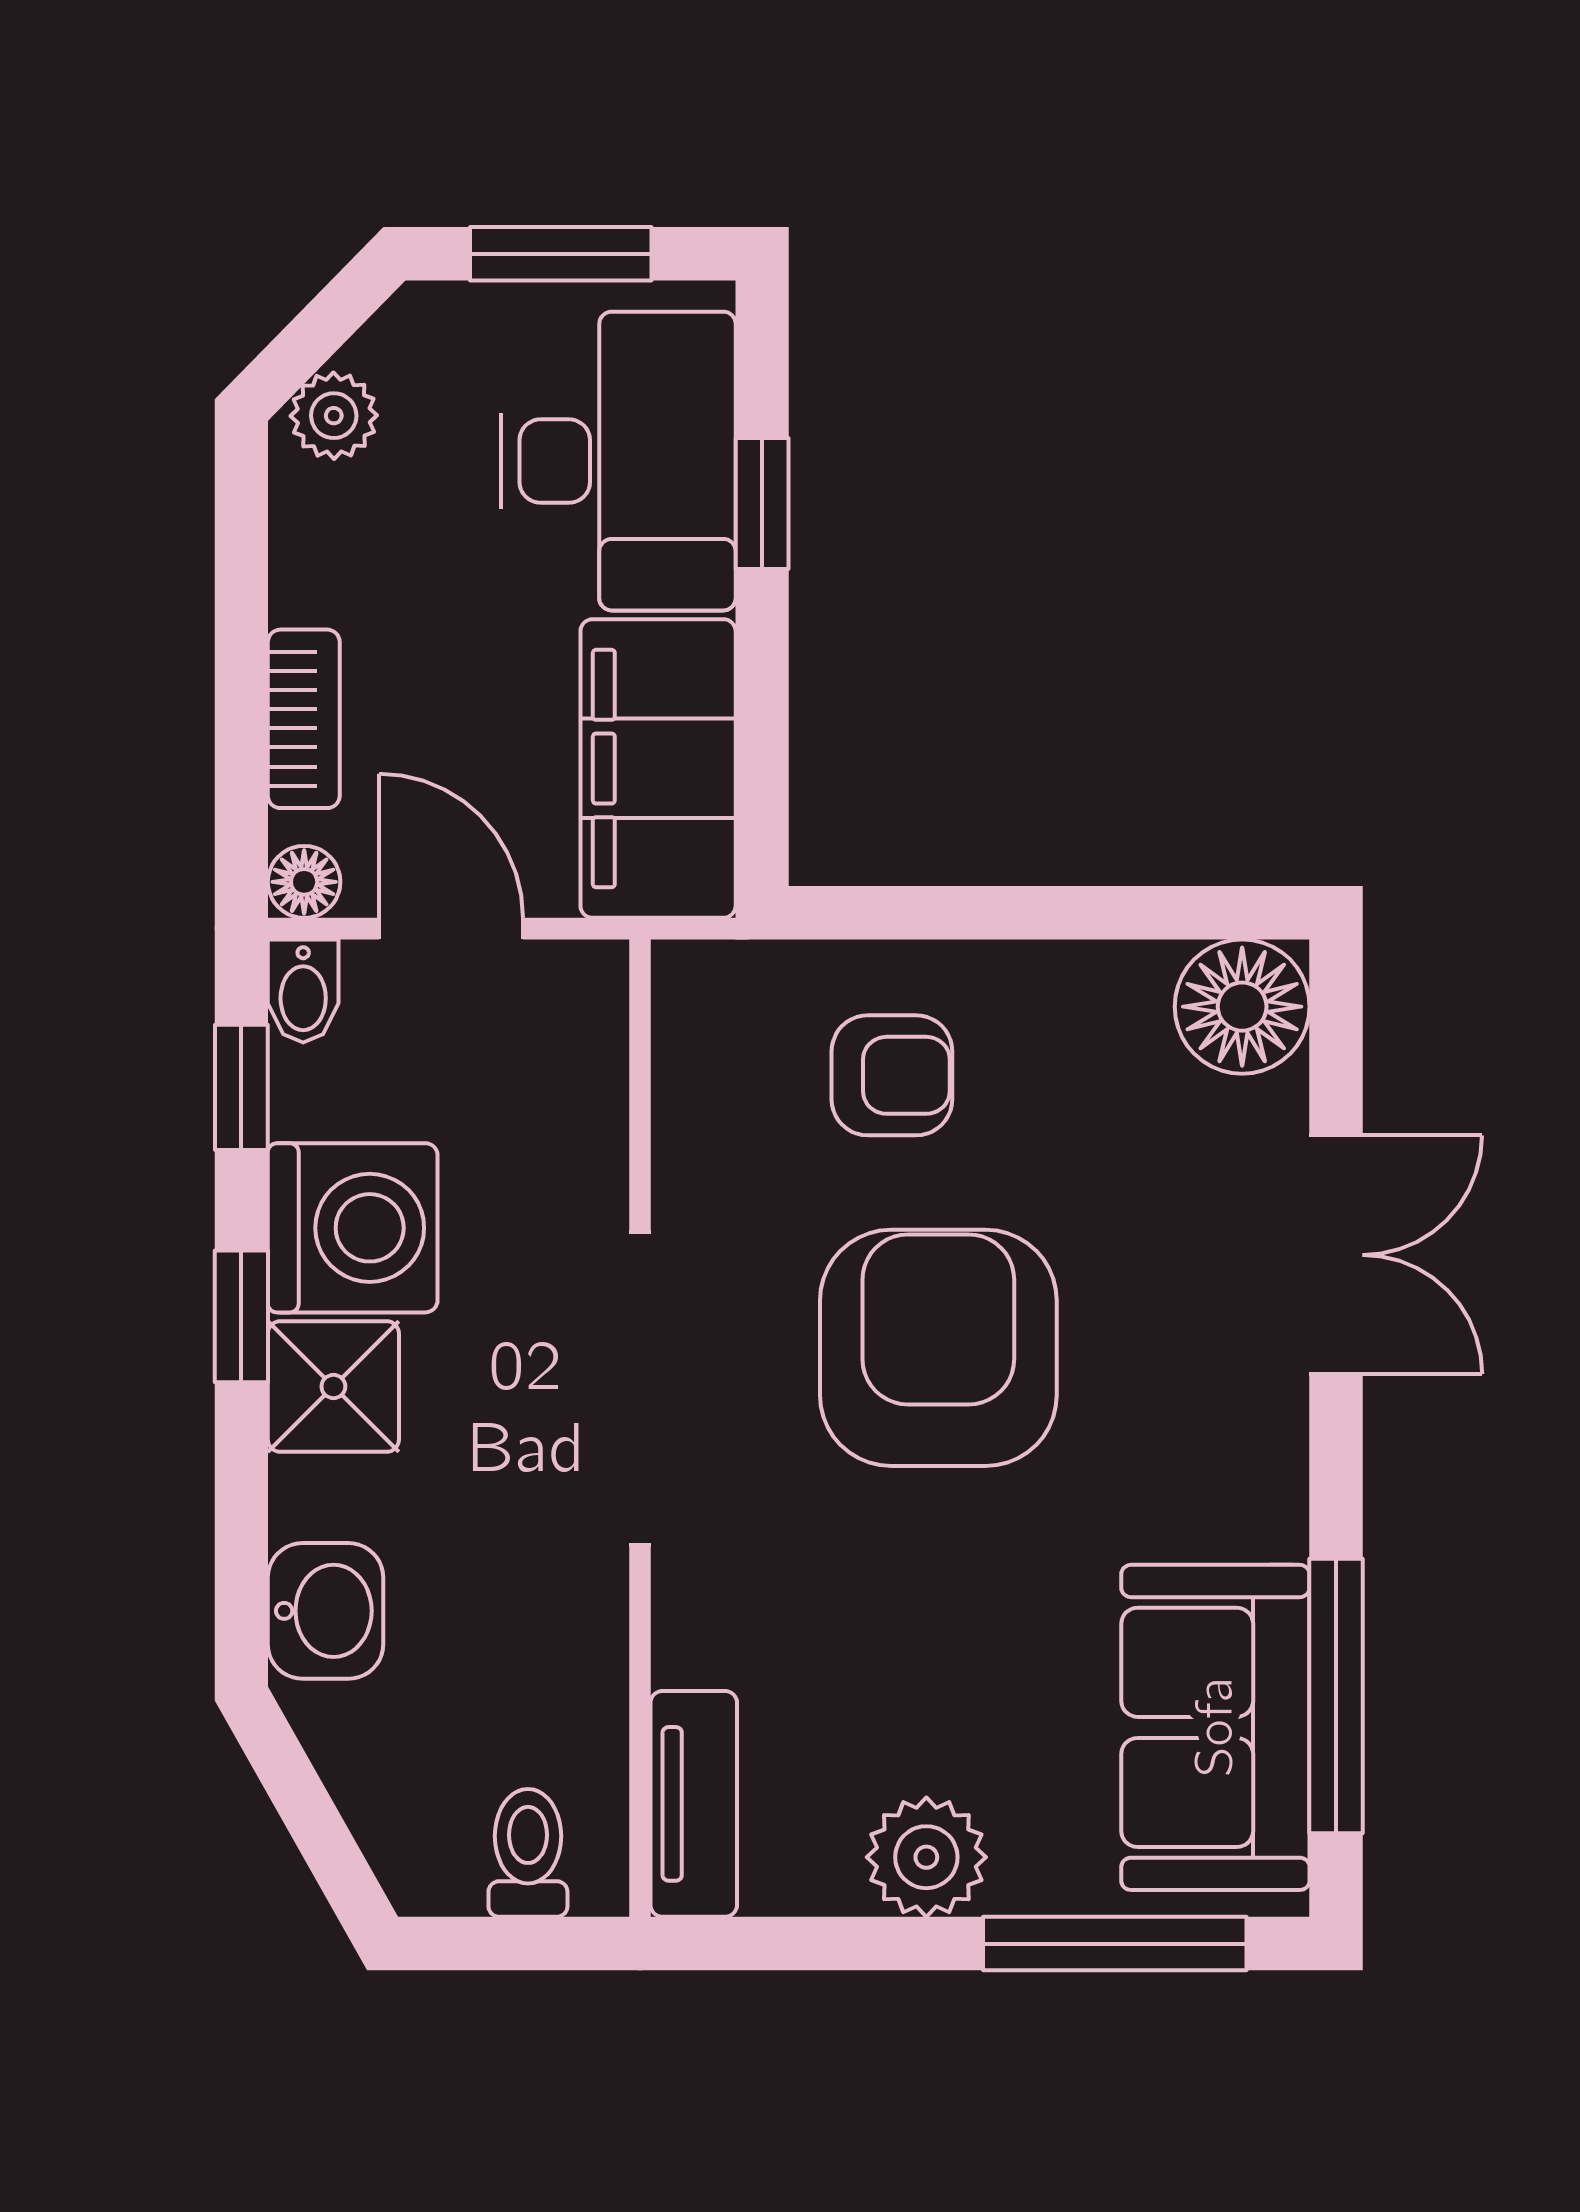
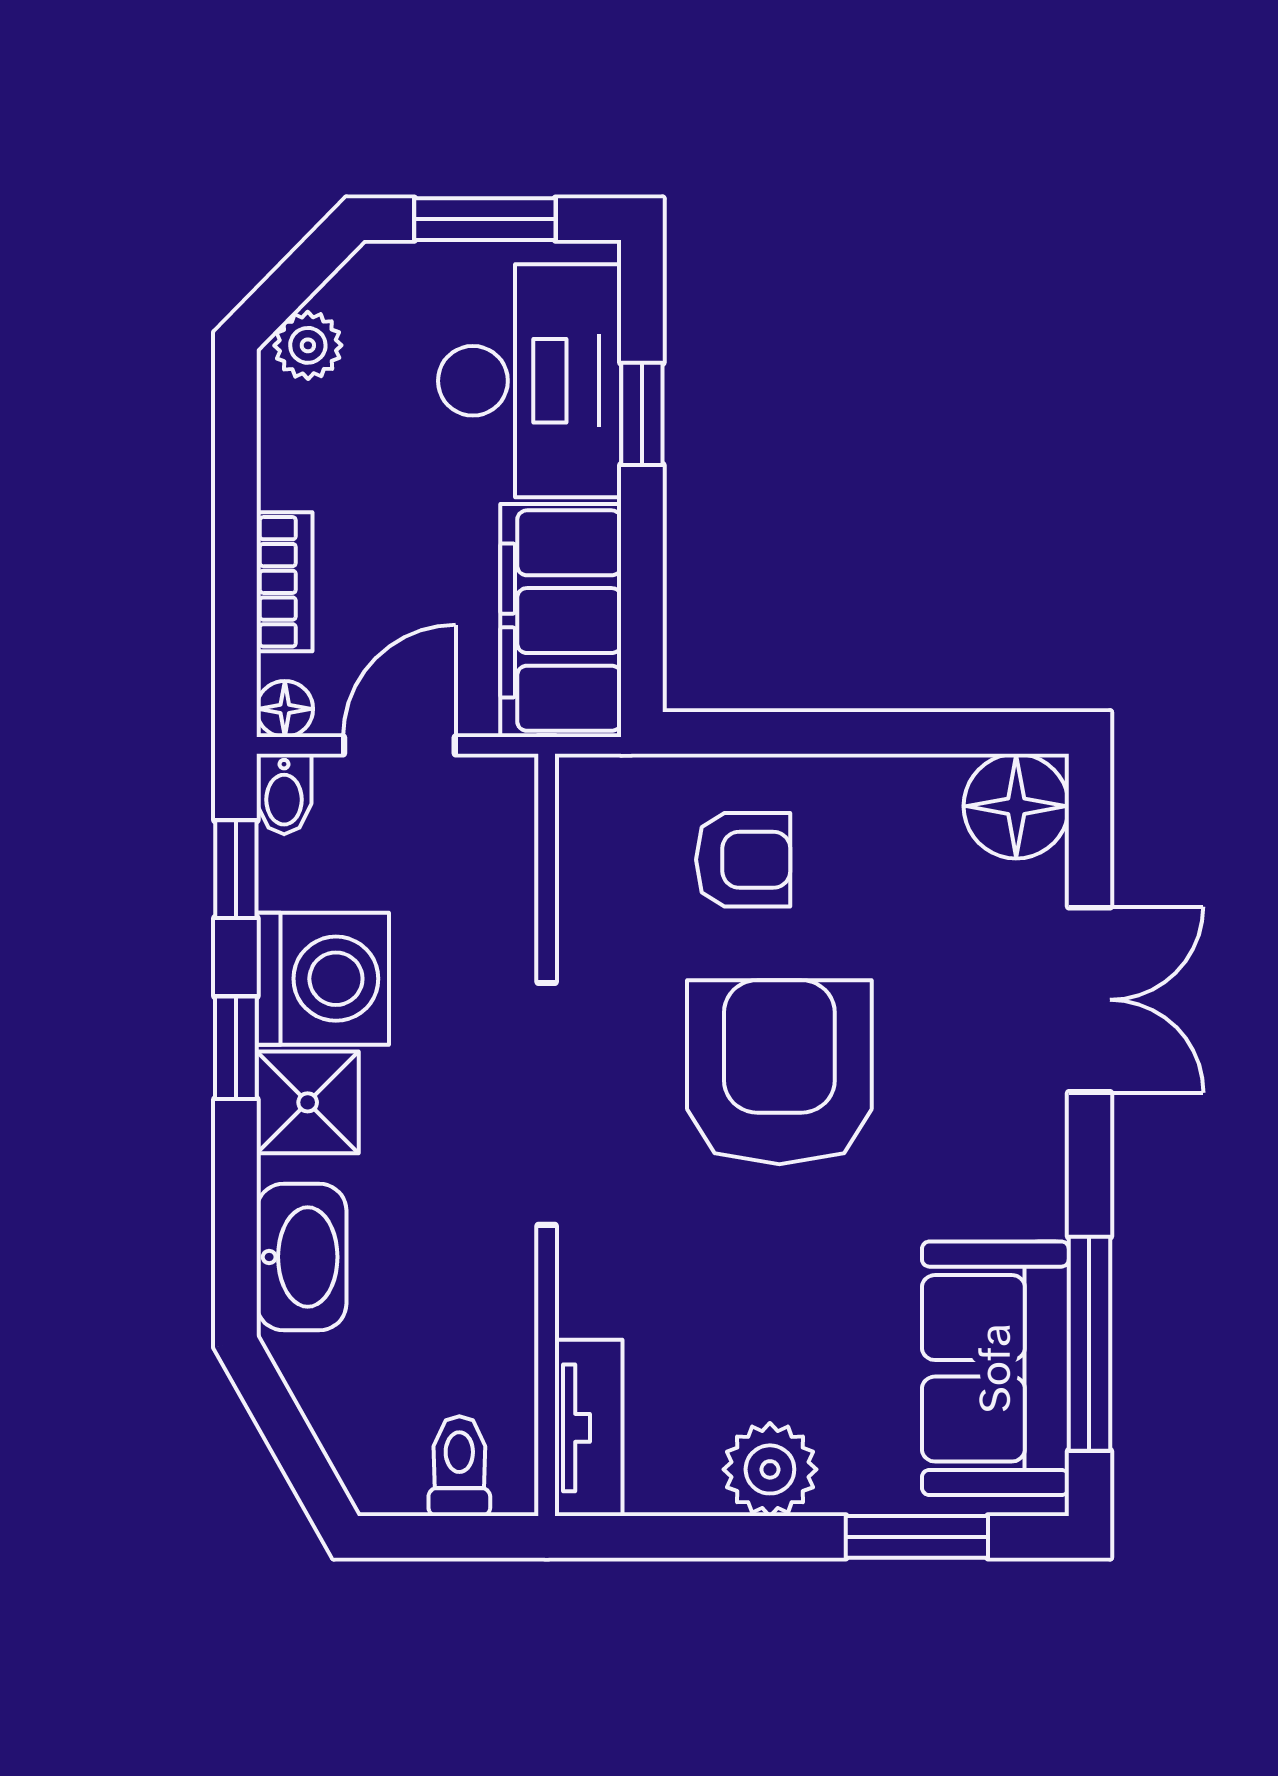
door: (451, 929) -> (399, 745), hinge flipped
washbasin: (326, 1611) -> (301, 1257), width x1.38
window: (1115, 1944) -> (917, 1537), width x0.69

